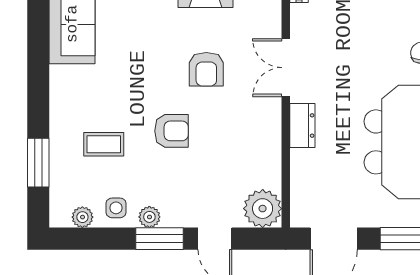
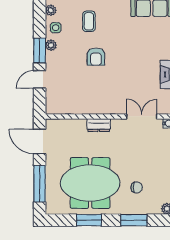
double door: (286, 68) -> (142, 116), moved
armchair: (206, 69) -> (128, 75), removed
plant: (263, 209) -> (55, 104), removed

